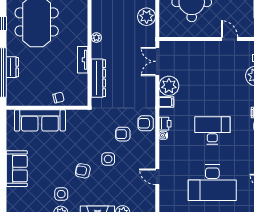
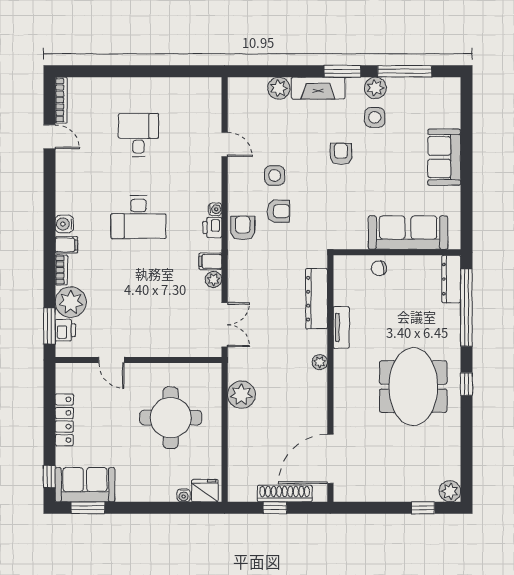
dresser: (12, 67) -> (451, 279), moved, width x1.44
plant: (169, 86) -> (214, 280), width x0.53, depth x0.53
armchair: (146, 123) -> (243, 228), turned -90
side table: (108, 159) -> (275, 175), moved
armchair: (83, 171) -> (341, 154), turned -101
desk: (212, 183) -> (138, 135), width x0.53, depth x0.77

